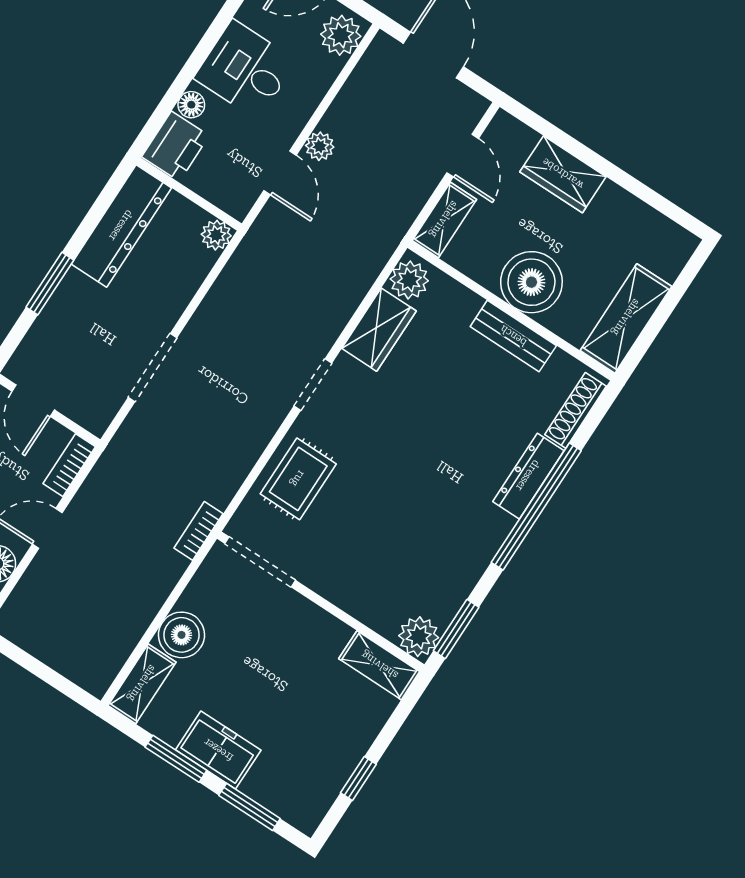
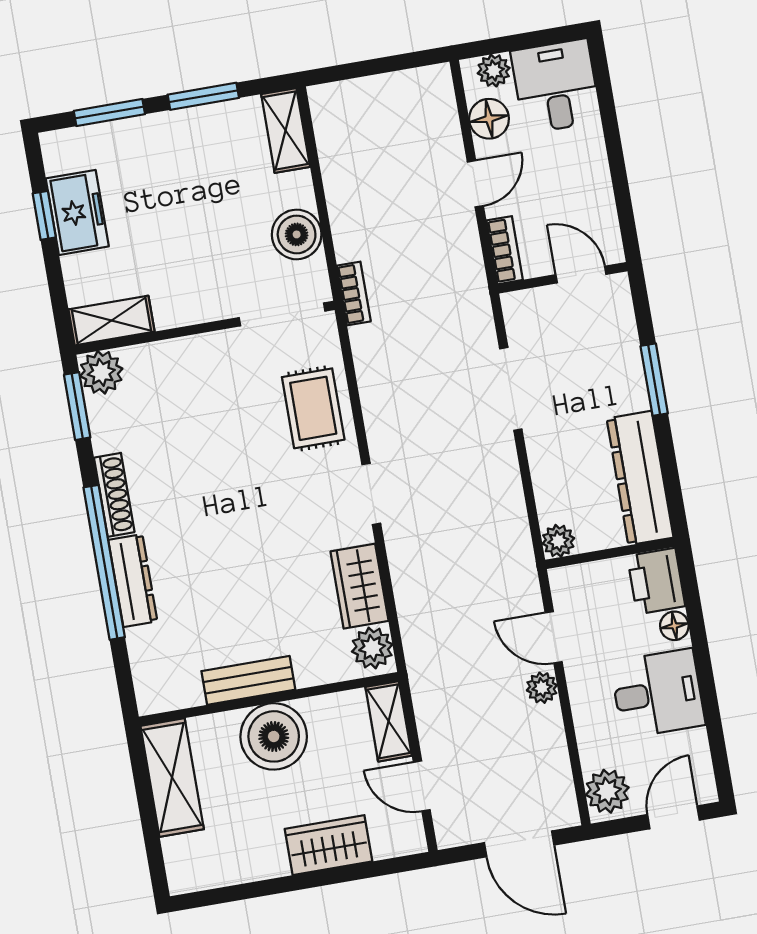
shoe rack: (576, 410) -> (114, 495), moved
boiler: (182, 635) -> (297, 234), moved
freezer: (218, 750) -> (77, 212), moved, turned -90

